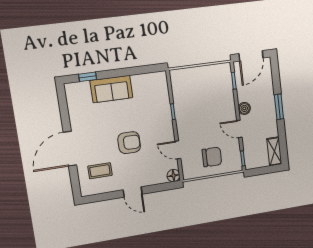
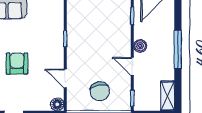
window: (279, 107) -> (178, 49), width x1.44
armchair: (129, 143) -> (17, 64), turned -90
chair: (212, 157) -> (100, 91), turned 78

